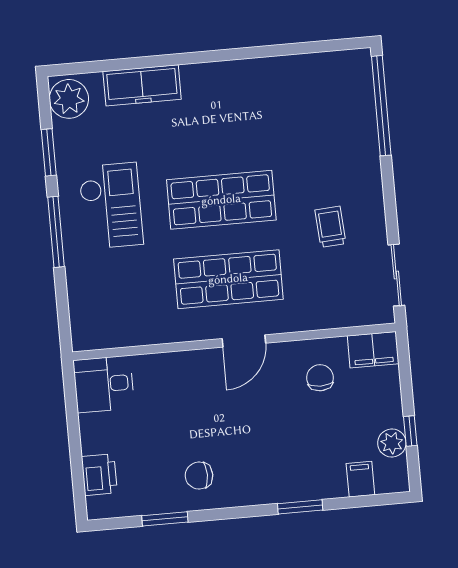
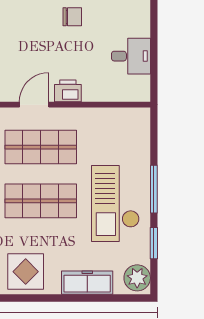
display table: (234, 94) -> (26, 272), added
checkout: (111, 206) -> (115, 204), width x1.36, depth x1.21
desk: (104, 384) -> (131, 56), moved
printer: (99, 475) -> (68, 91), moved, turned 90

